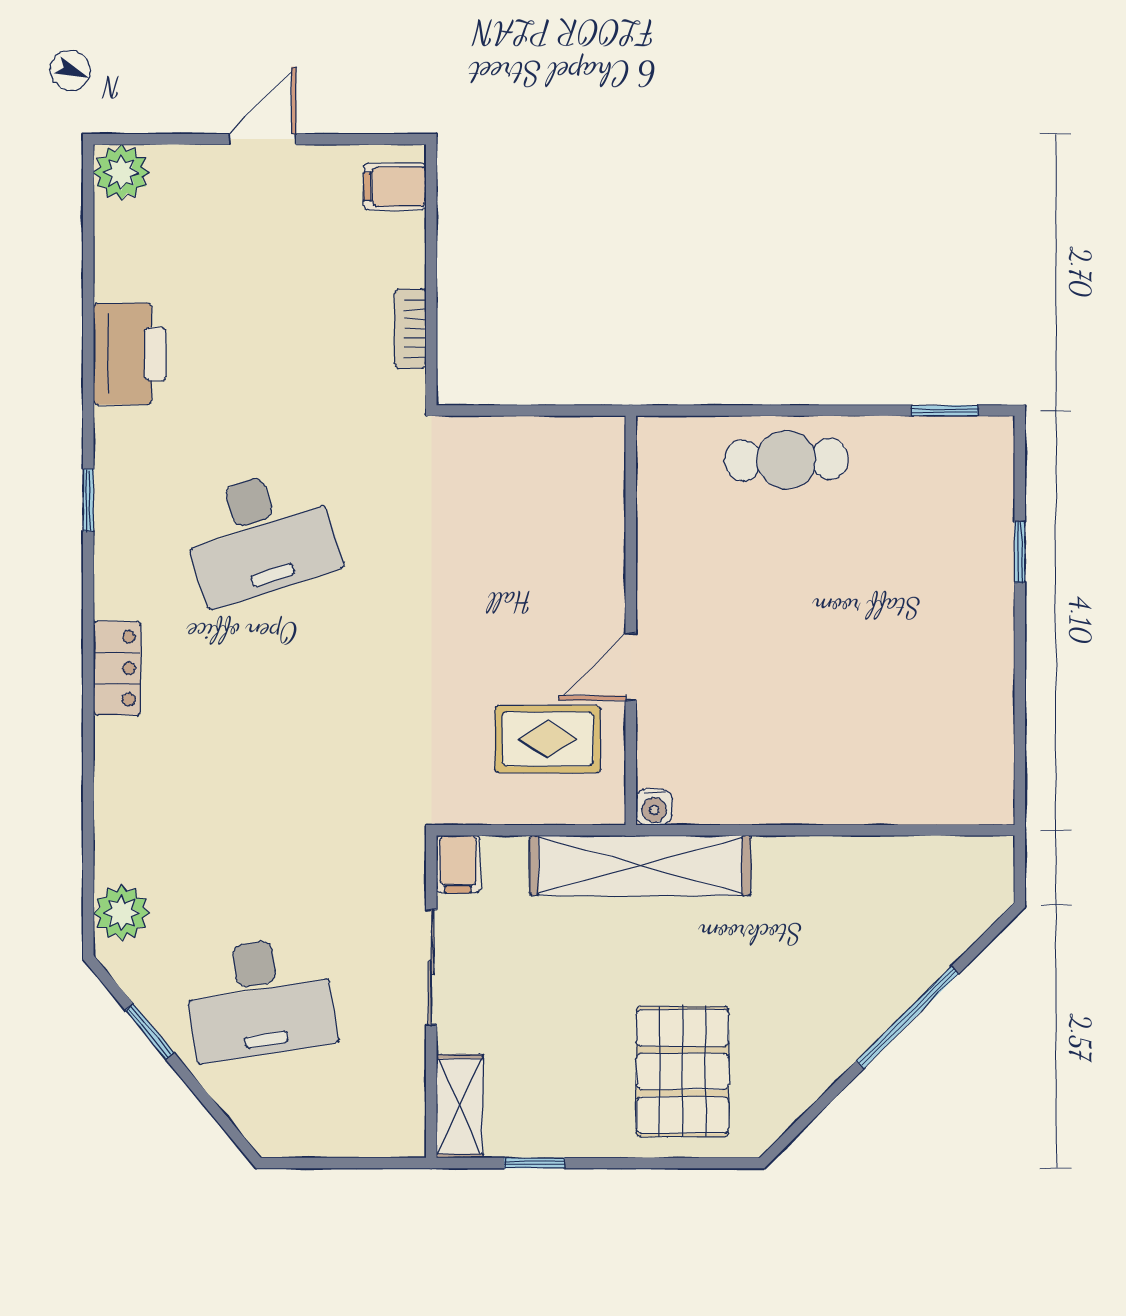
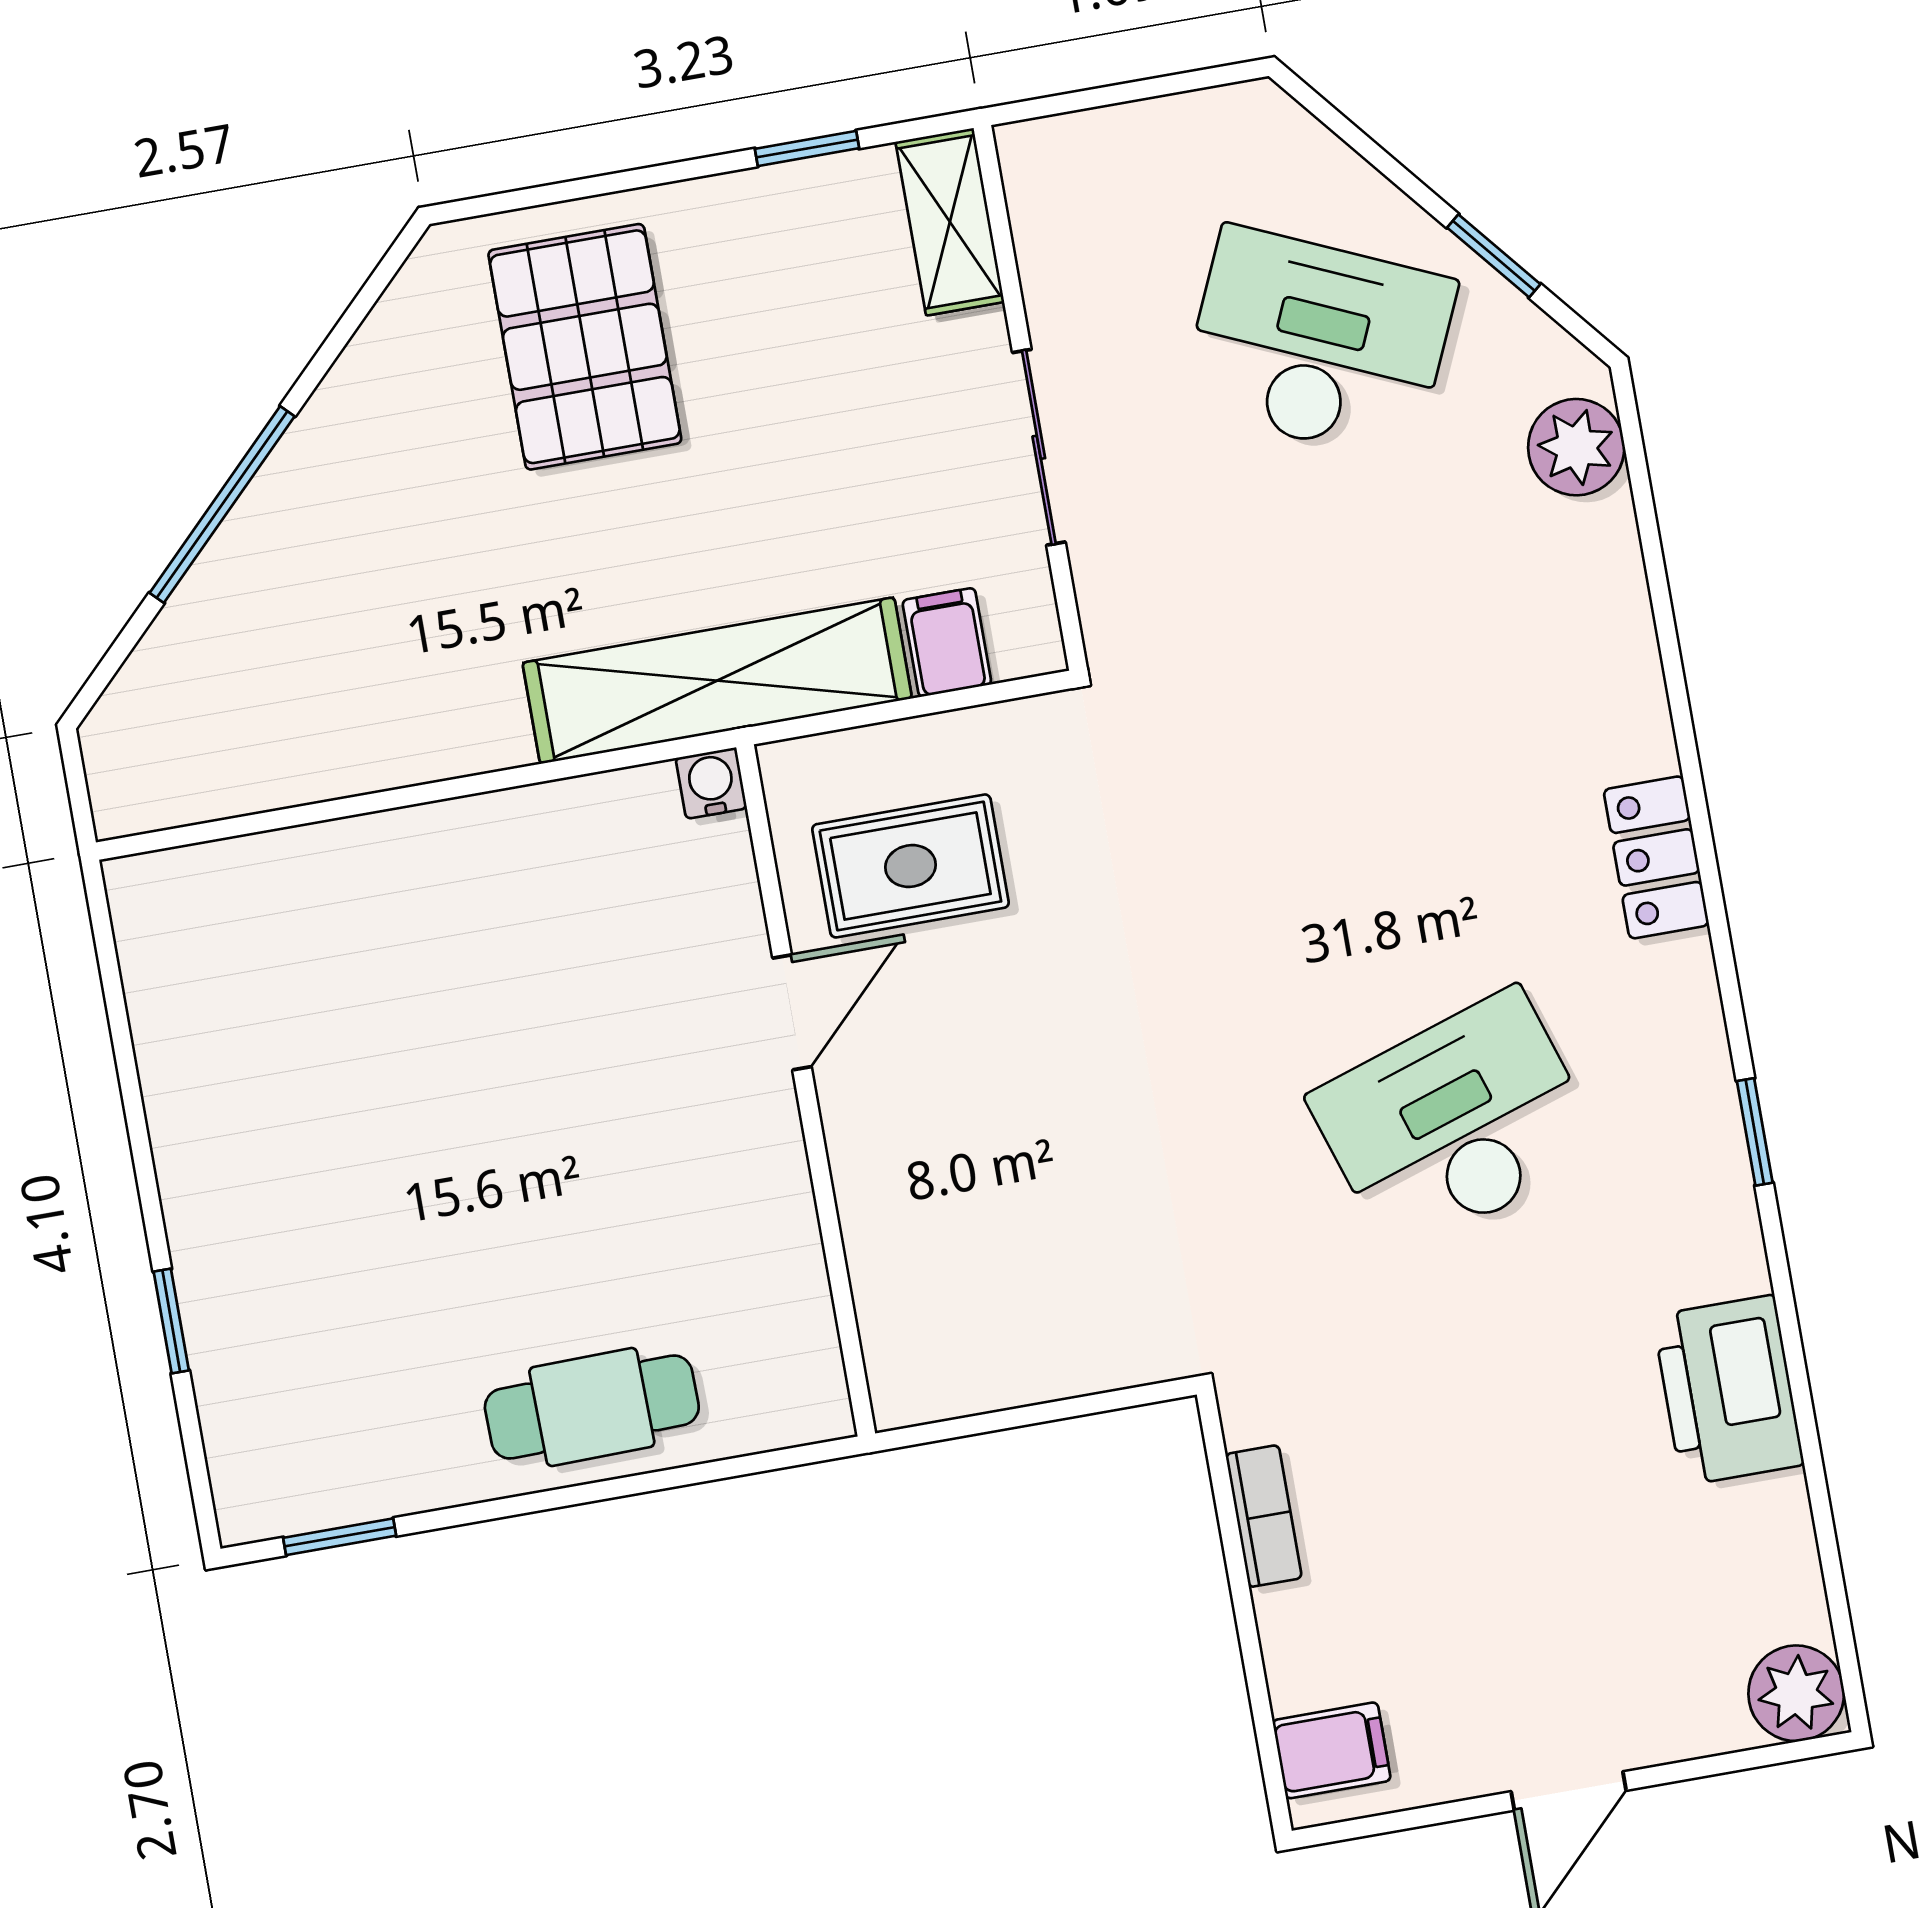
filing cabinet: (458, 864) -> (947, 642), moved
desk: (260, 998) -> (1318, 344), turned 33

